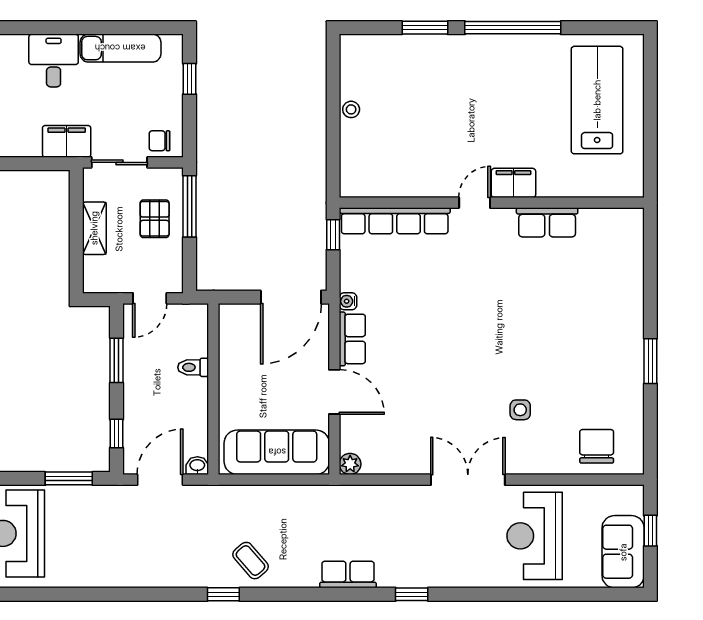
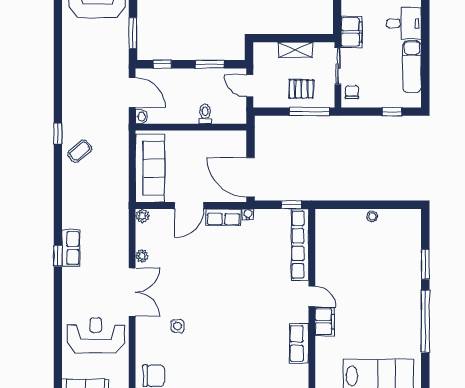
plant: (412, 465) -> (142, 256), added
row of seats: (348, 574) -> (71, 248), moved

